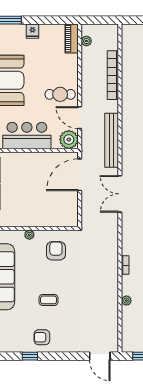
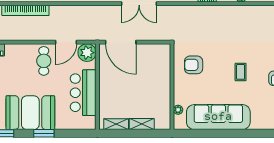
bench: (112, 140) -> (88, 11), removed
plant: (29, 235) -> (178, 110), moved

